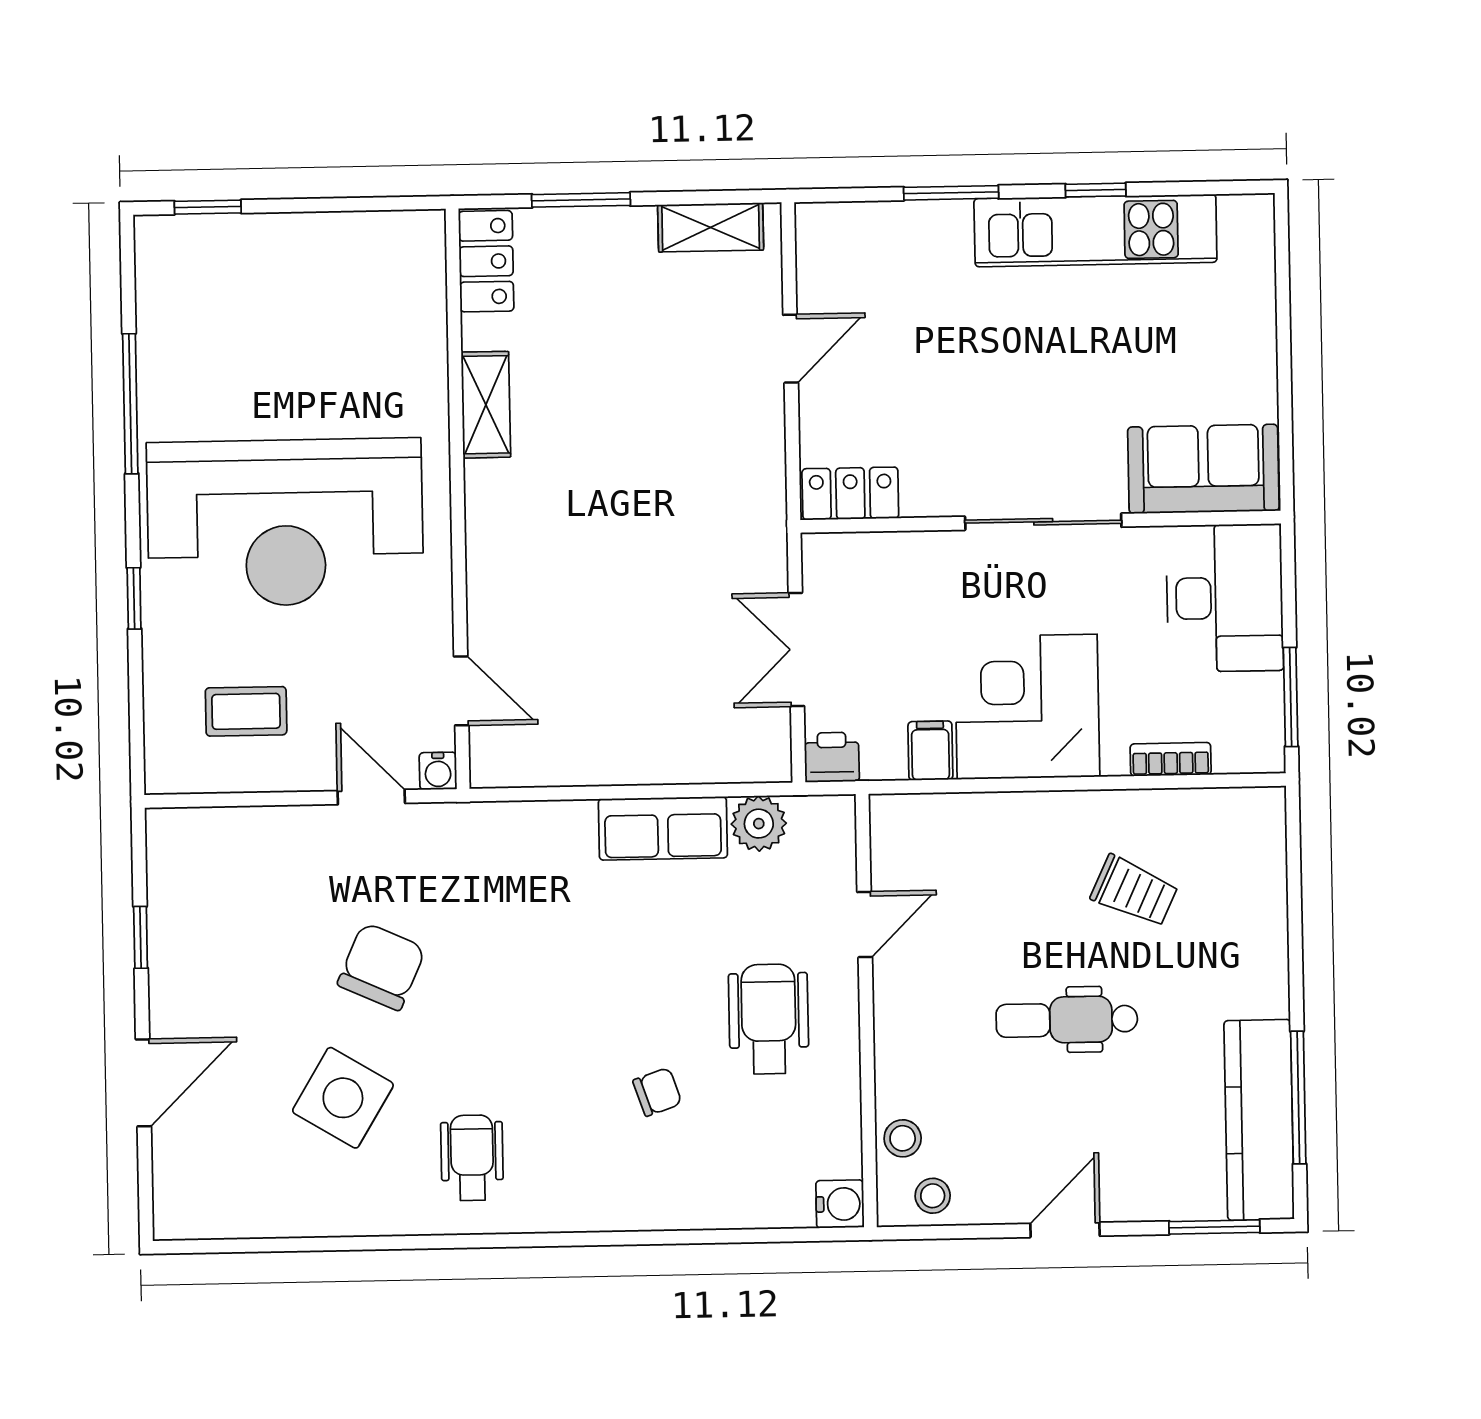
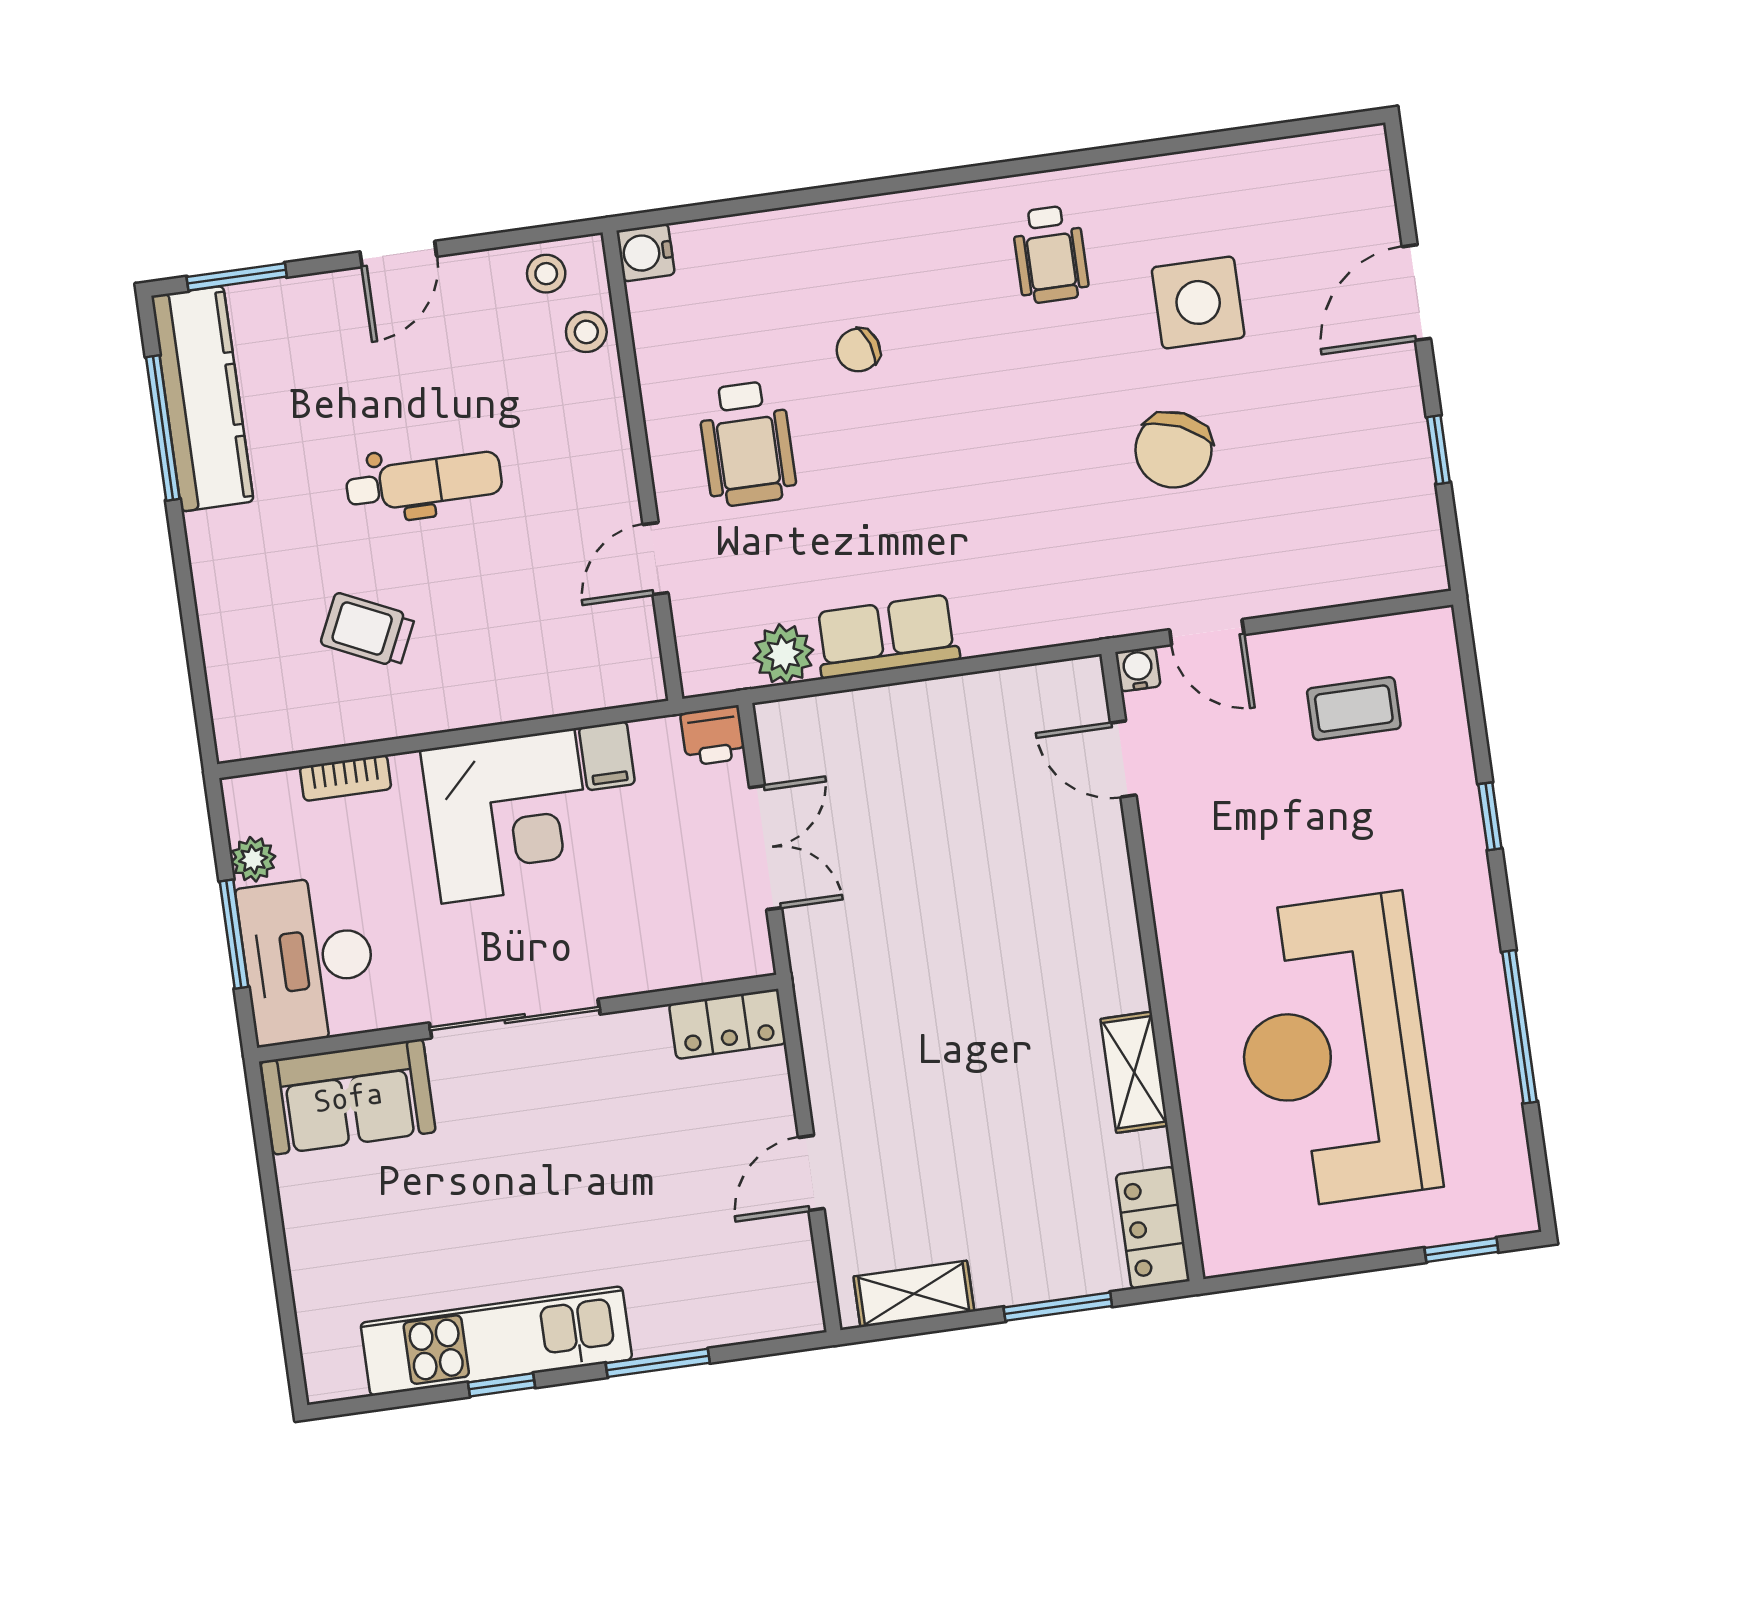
reception desk: (285, 523) -> (1334, 1051), moved, turned -90
plant: (1264, 695) -> (253, 859), added
window: (1291, 697) -> (234, 934), moved
side table: (343, 1098) -> (1198, 302), turned -31

